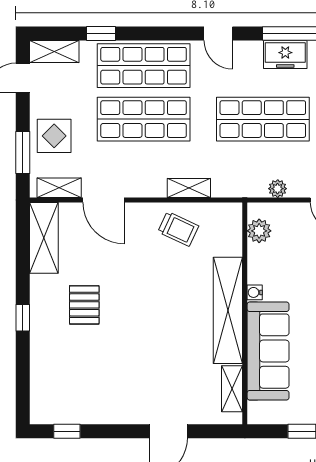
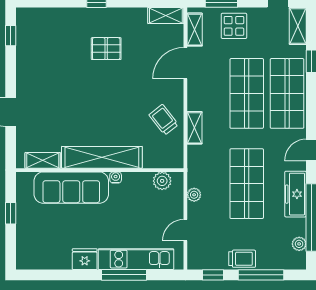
freezer: (285, 54) -> (296, 194), width x1.40
trolley: (178, 229) -> (164, 120), turned 117
shelving: (44, 238) -> (166, 15), width x0.67, depth x0.75

